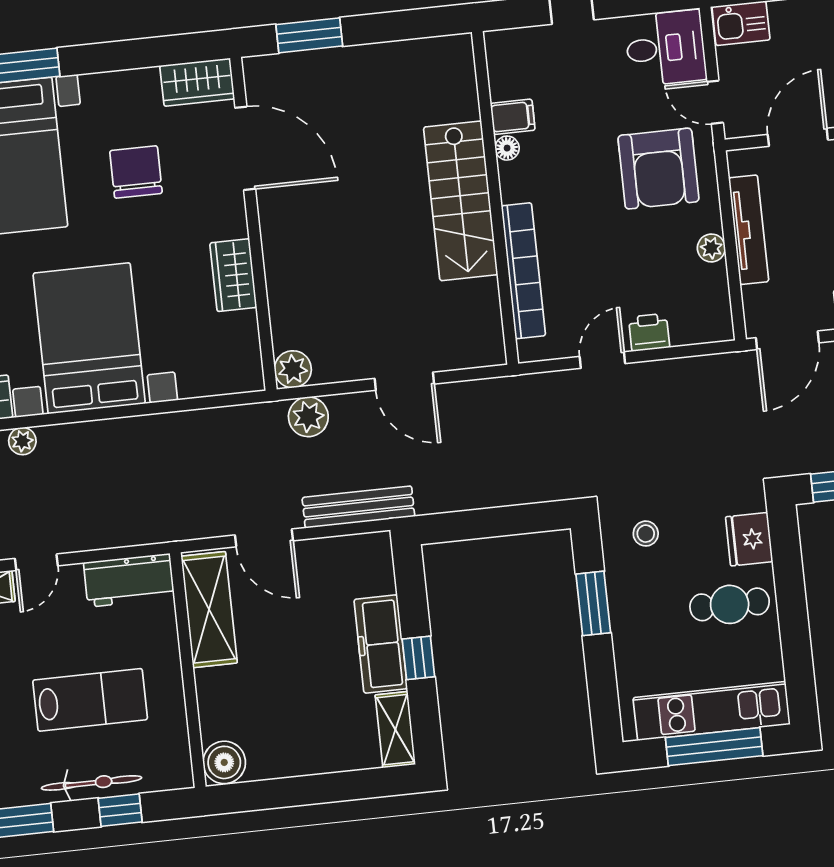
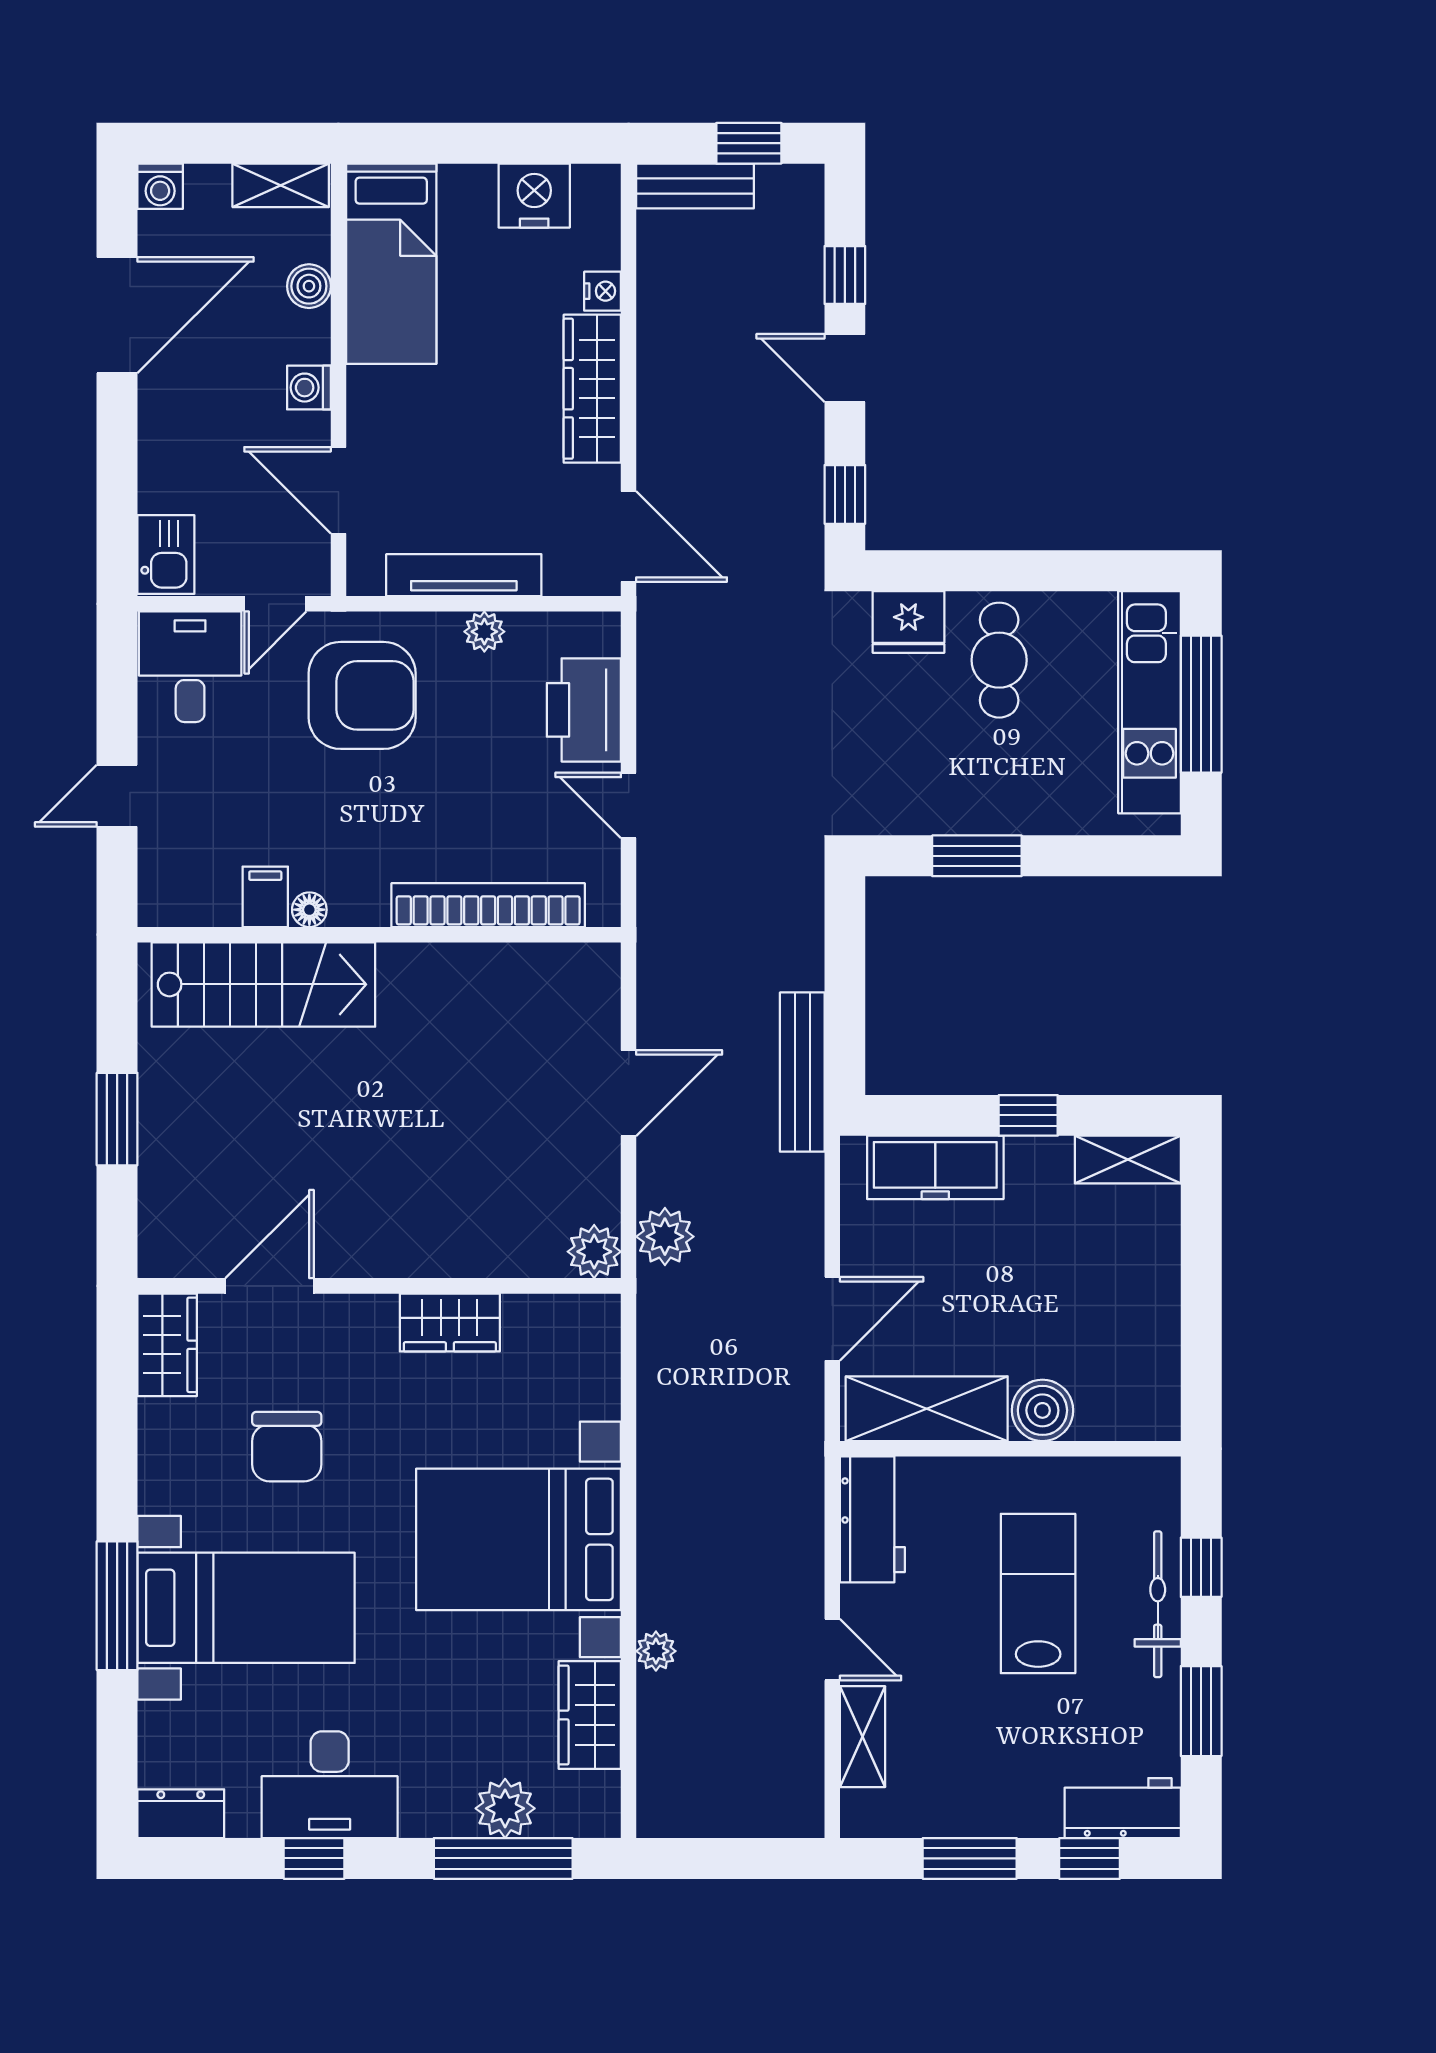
window: (309, 35) -> (117, 1119), moved
door: (245, 148) -> (270, 1286), width x0.73
chair: (136, 172) -> (287, 1447), turned -90
stairs: (461, 201) -> (263, 984), moved
printer: (649, 332) -> (584, 710), width x1.87, depth x1.48
bench: (358, 507) -> (802, 1072), moved
stool: (646, 534) -> (885, 770), removed
freezer: (381, 644) -> (935, 1167), moved
boiler: (224, 762) -> (1042, 1410), moved

